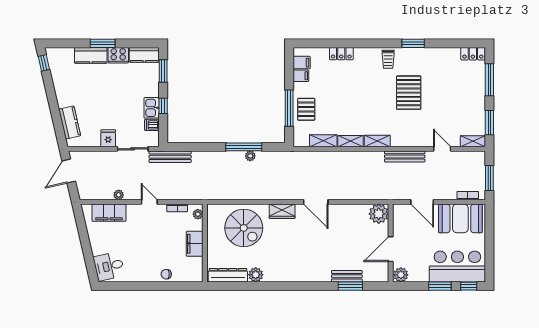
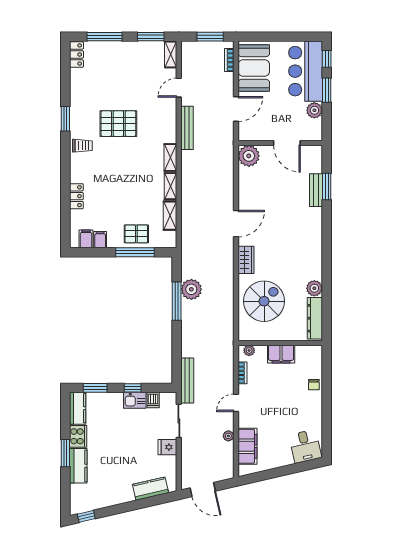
plant: (250, 156) -> (191, 289), width x1.88, depth x1.88
plant: (401, 275) -> (314, 110), moved

